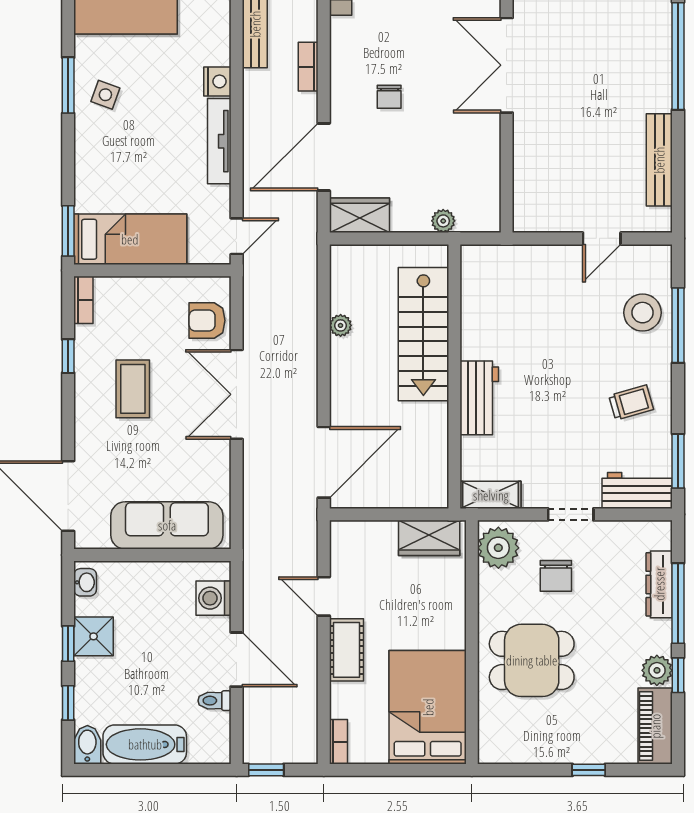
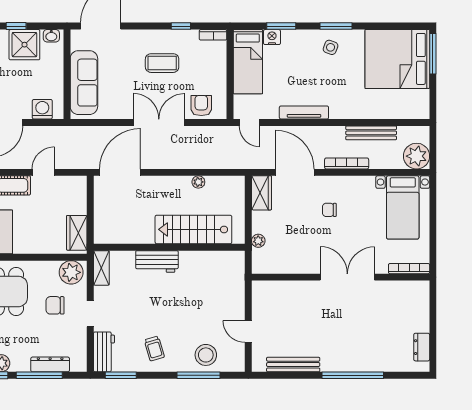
bookcase: (308, 67) -> (347, 163), width x1.56
nightstand: (217, 81) -> (272, 37), moved, turned 180
window: (68, 231) -> (281, 26), moved
door: (324, 462) -> (120, 172), swing flipped
shower: (94, 636) -> (24, 45), width x1.36, depth x1.36

